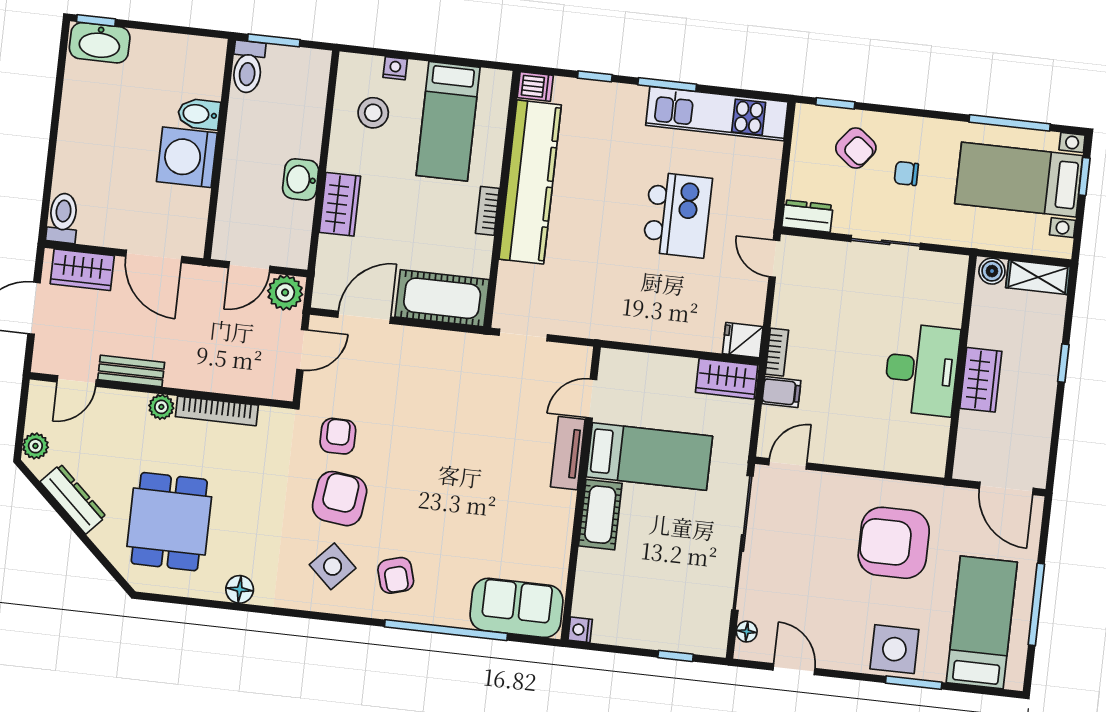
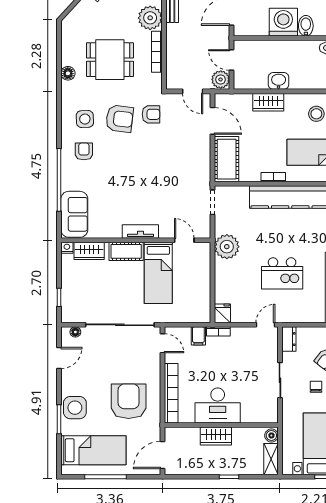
plant: (613, 317) -> (227, 247), added
wardrobe: (727, 379) -> (89, 251), moved, turned -90
plant: (161, 407) -> (150, 18), width x1.88, depth x1.88
tv unit: (568, 453) -> (140, 231), moved
bookcase: (888, 458) -> (171, 393), added
dining table: (169, 522) -> (110, 60), moved
side table: (333, 566) -> (85, 119), turned 45
armchair: (396, 575) -> (84, 151), turned 106

